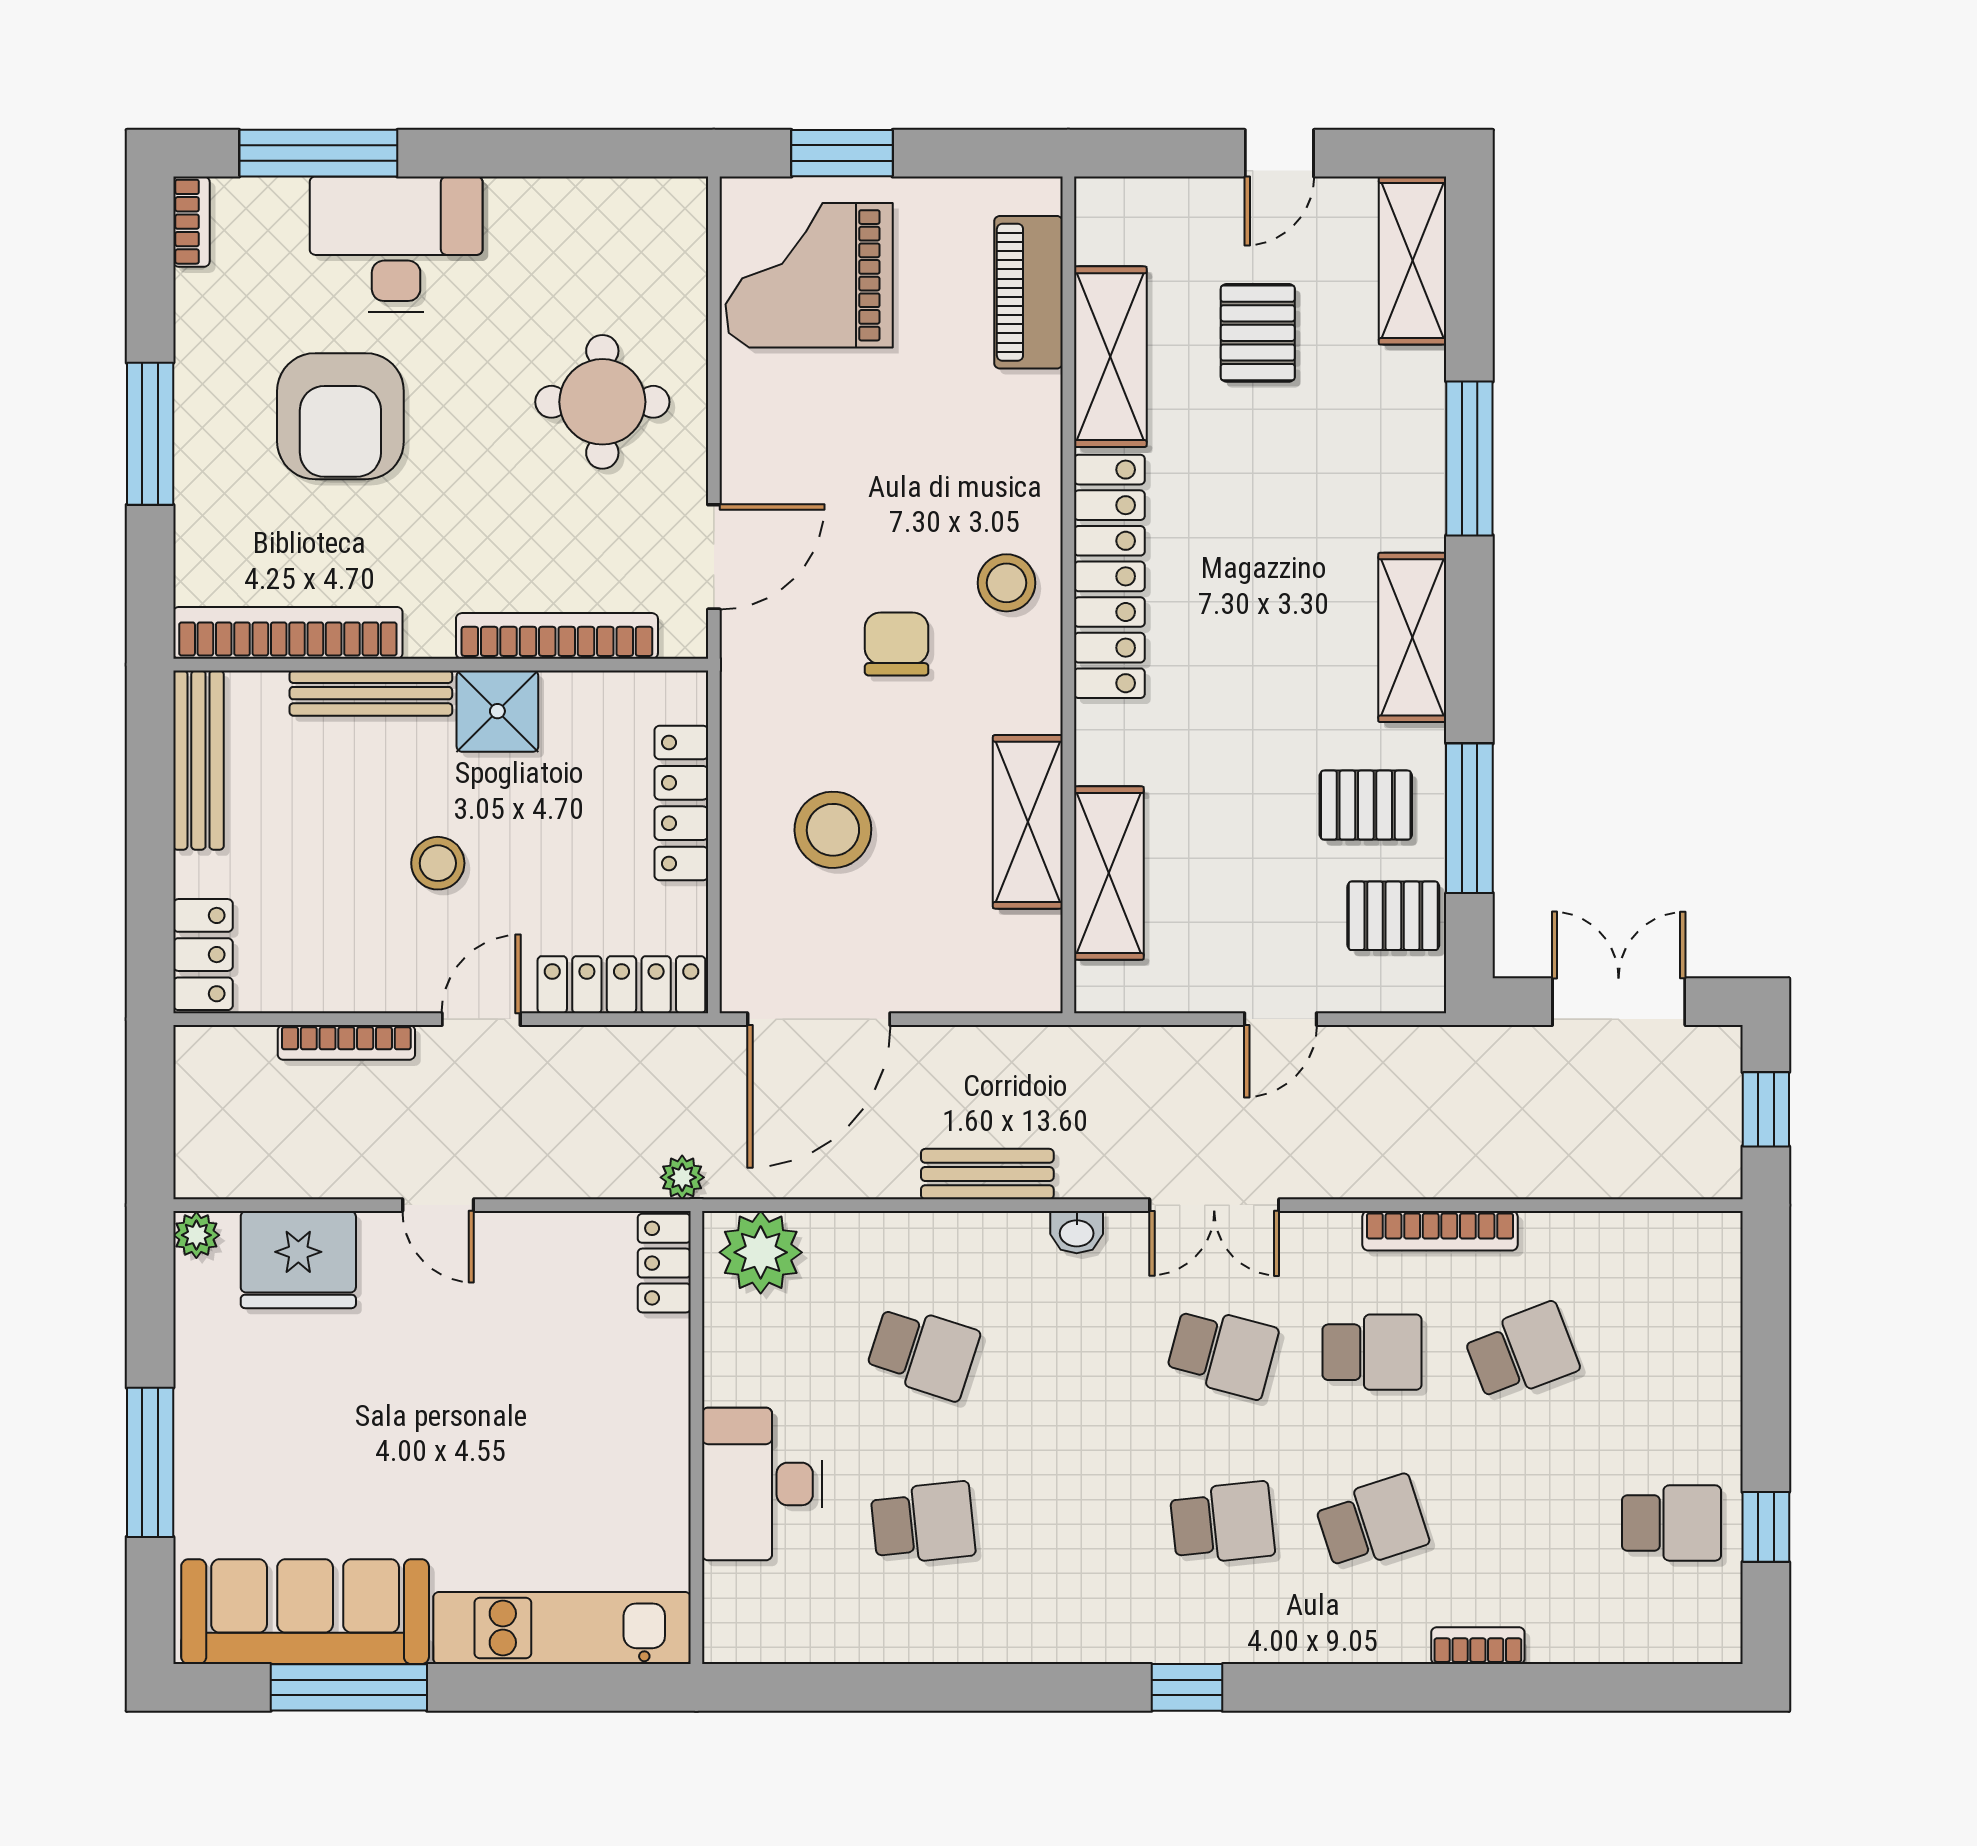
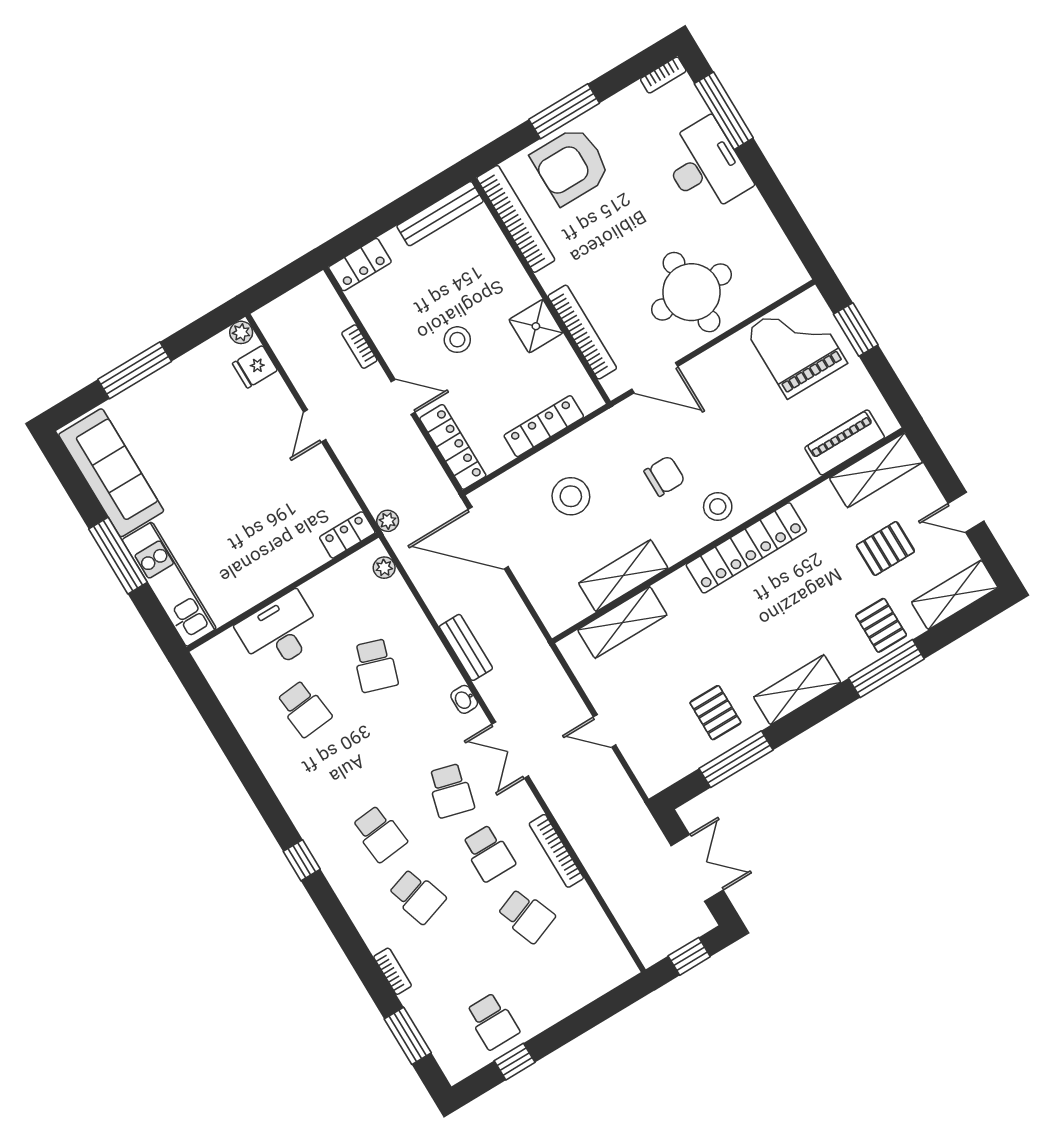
shelving: (1110, 357) -> (876, 470), moved
round table: (602, 402) -> (692, 292), width x1.36, depth x1.36
armchair: (340, 416) -> (571, 166), moved
bench: (371, 693) -> (511, 269), removed
pallet: (1393, 916) -> (881, 625), moved
bookcase: (346, 1042) -> (359, 347), width x0.64
plant: (761, 1252) -> (384, 568), width x0.53, depth x0.53
fridge: (298, 1260) -> (255, 367), width x0.53, depth x0.75
window: (349, 1687) -> (118, 556), moved
window: (1607, 1687) -> (408, 1036), added

